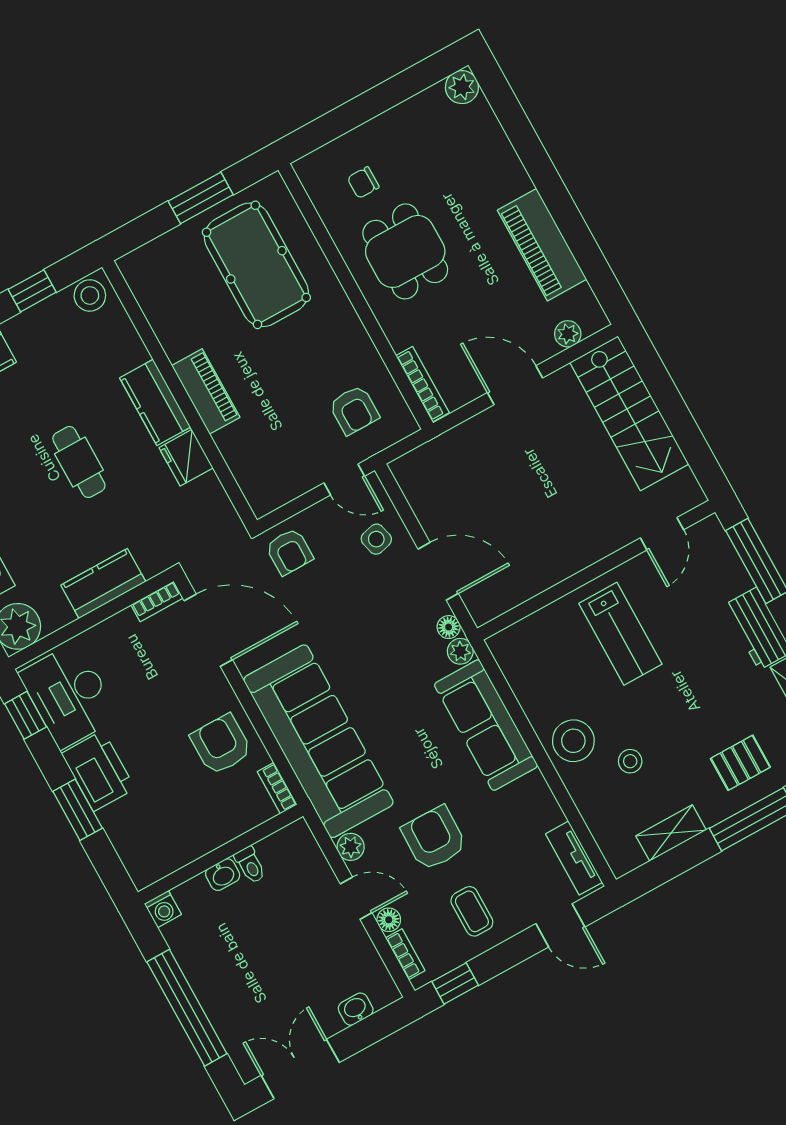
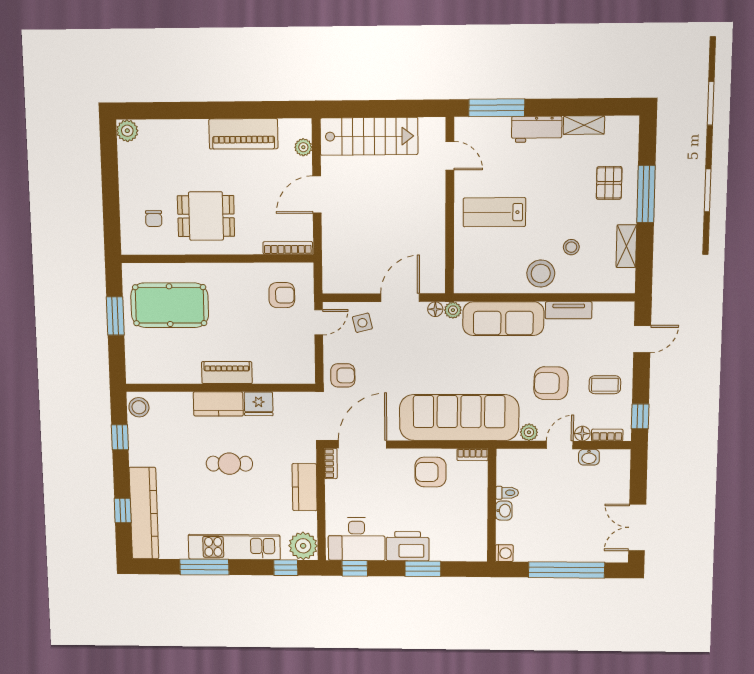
lab bench: (620, 634) -> (494, 212), turned 180
tv unit: (574, 858) -> (569, 310), moved
washbasin: (356, 1009) -> (589, 457), moved, turned -90

